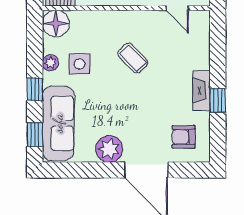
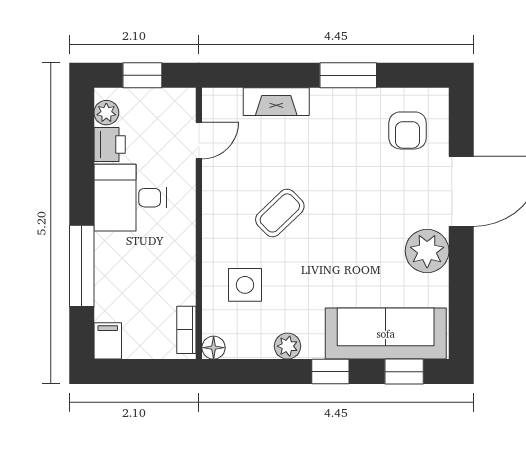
floor lamp: (56, 23) -> (214, 348), width x0.53, depth x0.53
side table: (80, 64) -> (245, 285), moved
fireplace: (201, 91) -> (276, 102), moved
window: (218, 100) -> (348, 75), width x1.50

